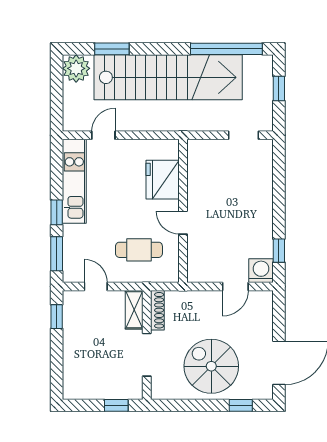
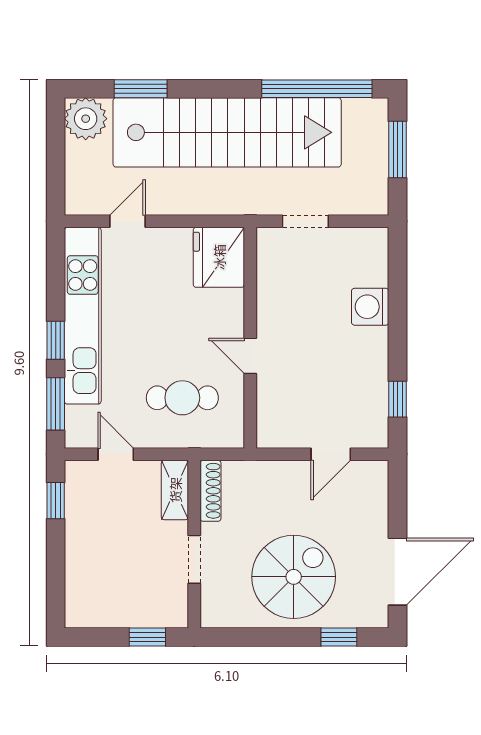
window: (279, 89) -> (398, 149), width x1.50
doorway: (244, 135) -> (305, 221), moved
fridge: (163, 180) -> (219, 257), moved
kitchen unit: (74, 181) -> (83, 316), width x1.36
washing machine: (261, 271) -> (370, 307), moved, turned -90
doorway: (147, 355) -> (194, 559), width x0.73
spiral stairs: (211, 366) -> (294, 577), turned 90

